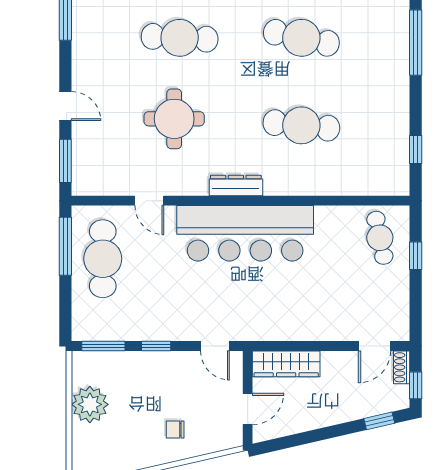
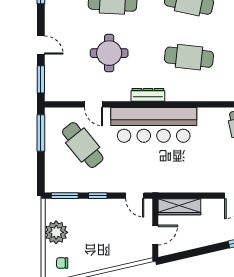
cafe table: (103, 259) -> (83, 145), moved, turned -39
chair: (175, 429) -> (62, 263), moved

